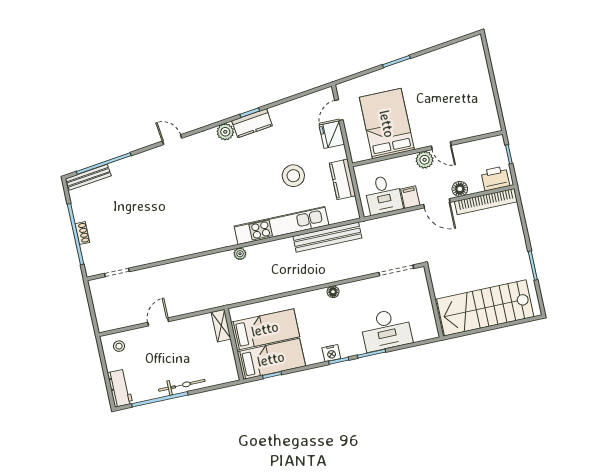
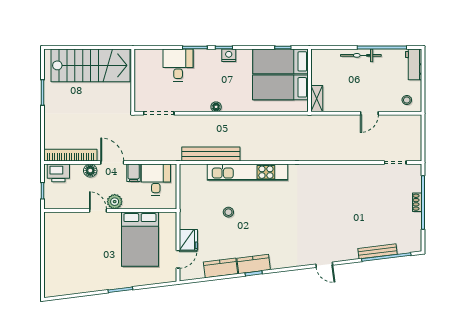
plant: (225, 132) -> (278, 262), removed
stool: (293, 176) -> (228, 212), width x0.53, depth x0.53
bench: (88, 177) -> (377, 251), moved
kitchen counter: (342, 179) -> (221, 268), moved, turned -97
plant: (240, 254) -> (288, 156), removed
desk: (386, 330) -> (178, 65), width x0.73

